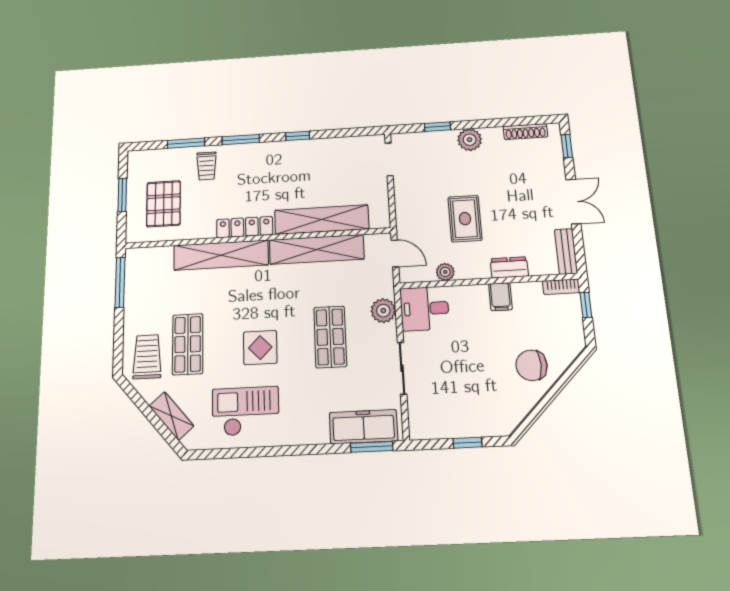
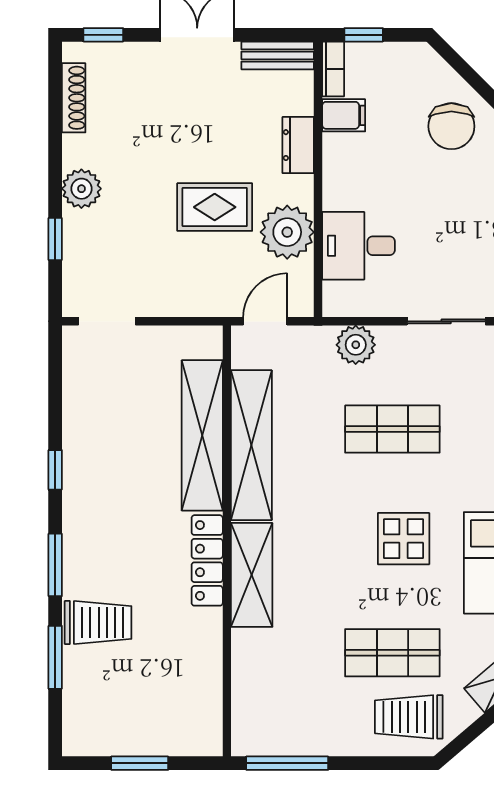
trolley: (207, 166) -> (98, 623), width x1.36, depth x1.39
pallet: (164, 204) -> (159, 694), removed
shelving: (221, 255) -> (252, 575), width x0.68
plant: (445, 272) -> (287, 232), width x1.88, depth x1.88
filing cabinet: (500, 297) -> (344, 115), moved
desk: (425, 309) -> (359, 246), moved, turned 90

